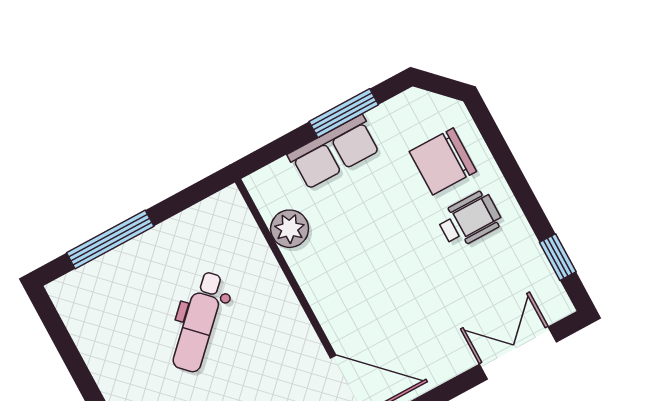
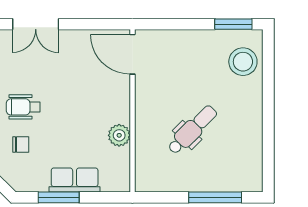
chair: (443, 161) -> (21, 145), width x0.54, depth x0.54
plant: (290, 229) -> (119, 135), moved

